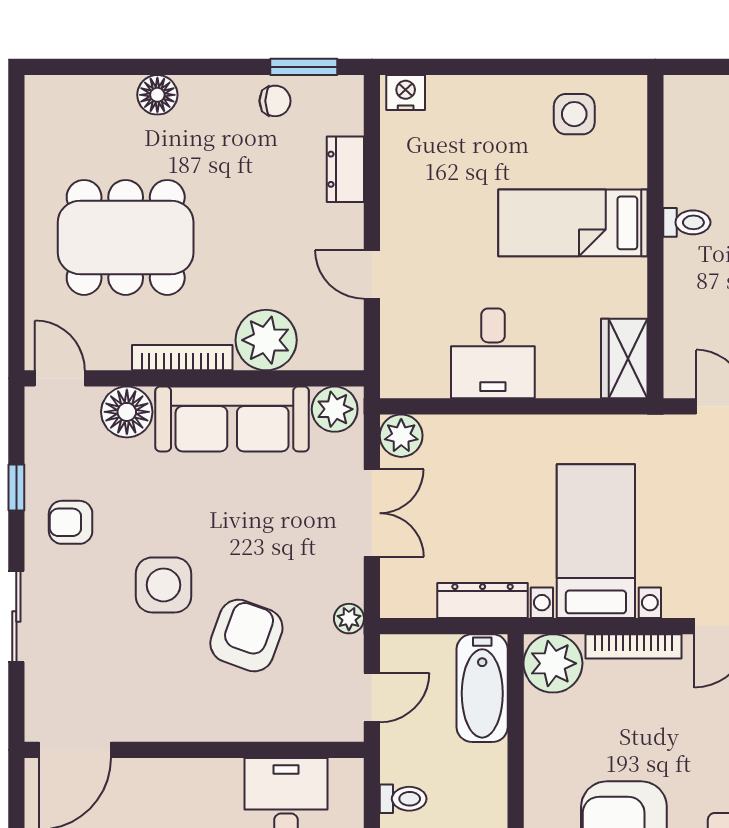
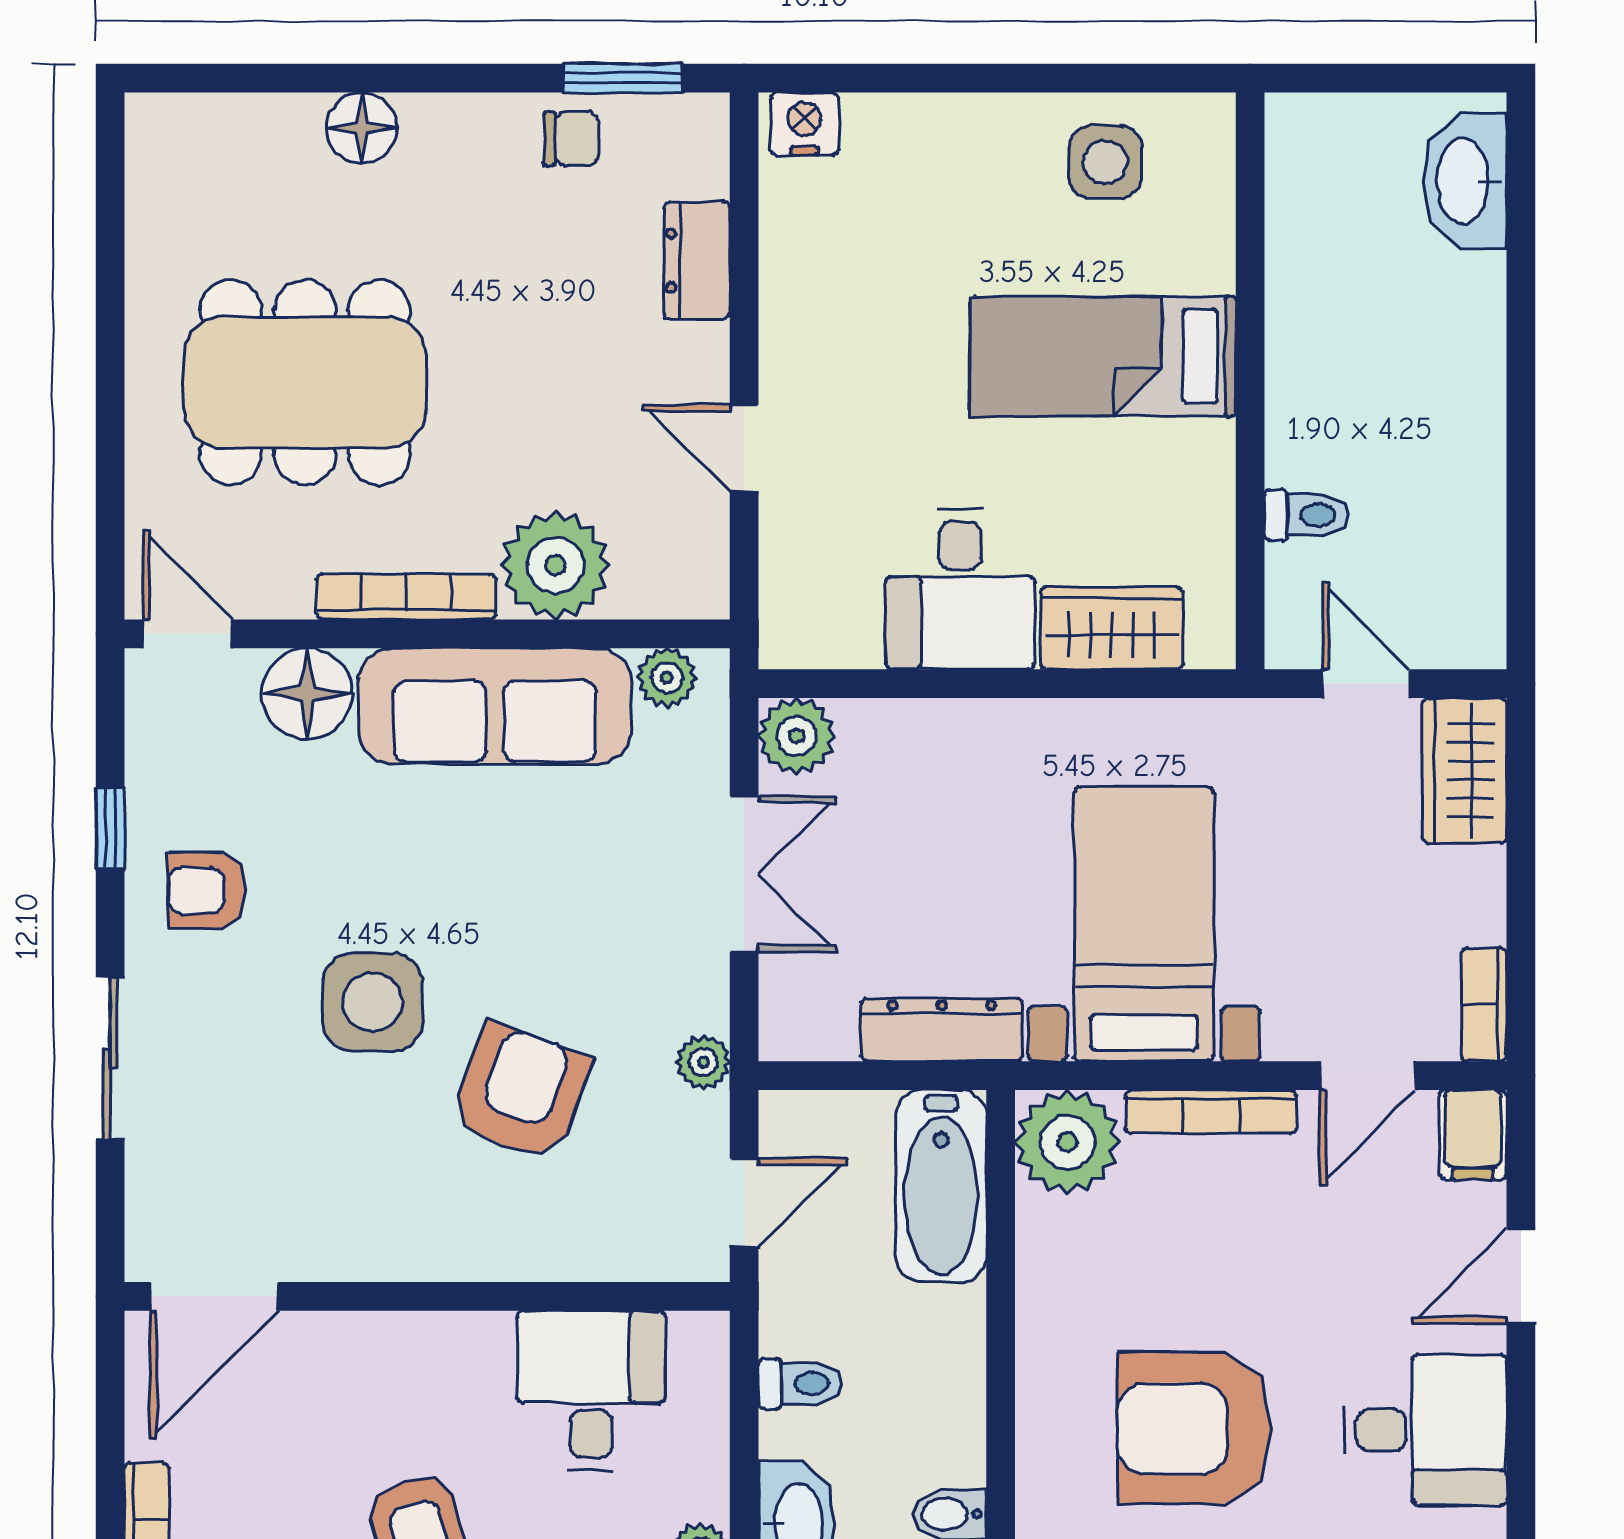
toilet: (687, 222) -> (1306, 515), moved
wardrobe: (624, 358) -> (1112, 628), moved, turned 90
plant: (335, 409) -> (667, 678), width x0.73, depth x0.73

